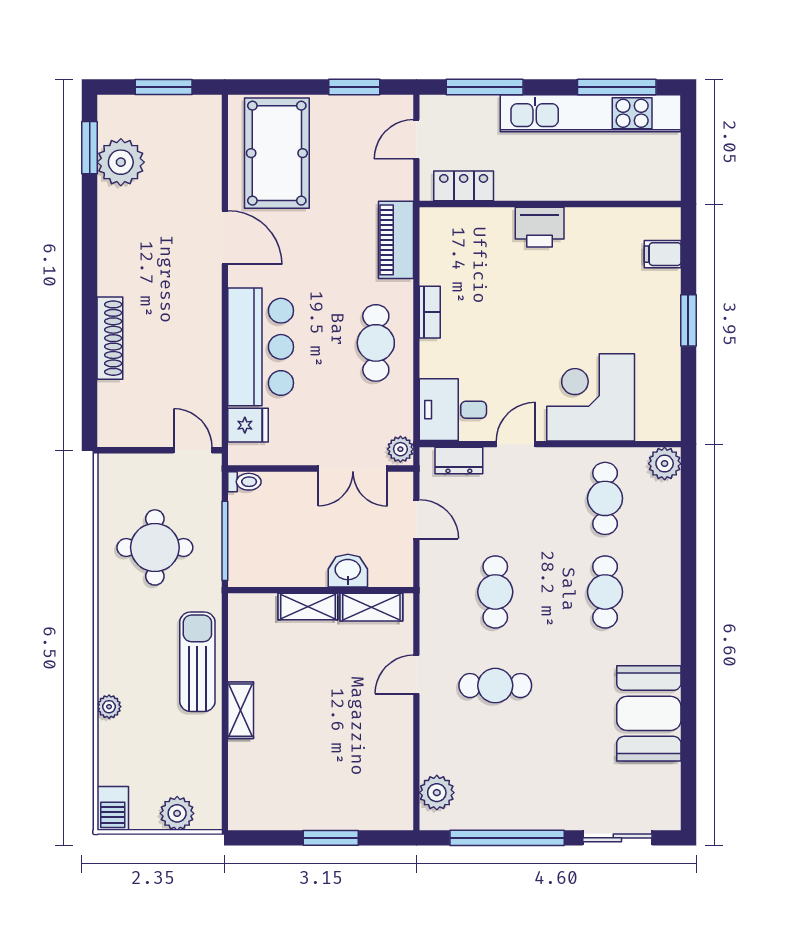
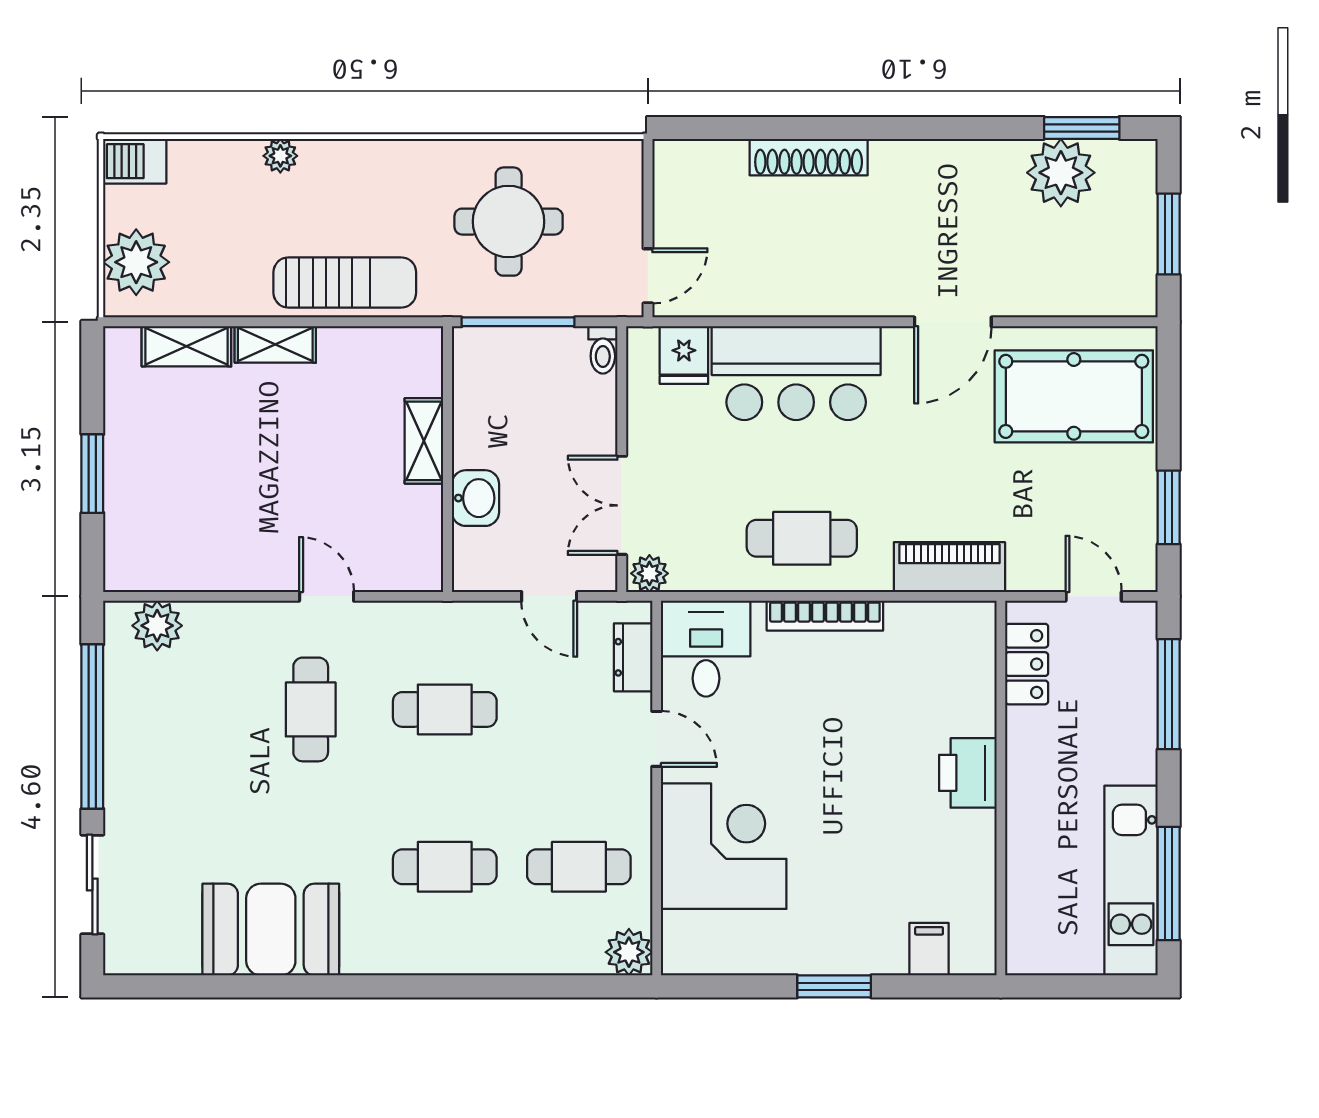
kitchen unit: (591, 113) -> (1131, 881), width x0.73
bookcase: (430, 312) -> (825, 616), width x1.56
door: (416, 519) -> (549, 596), hinge flipped
shelving: (371, 607) -> (186, 346), moved, turned 90
plant: (177, 813) -> (136, 262), width x1.36, depth x1.36

